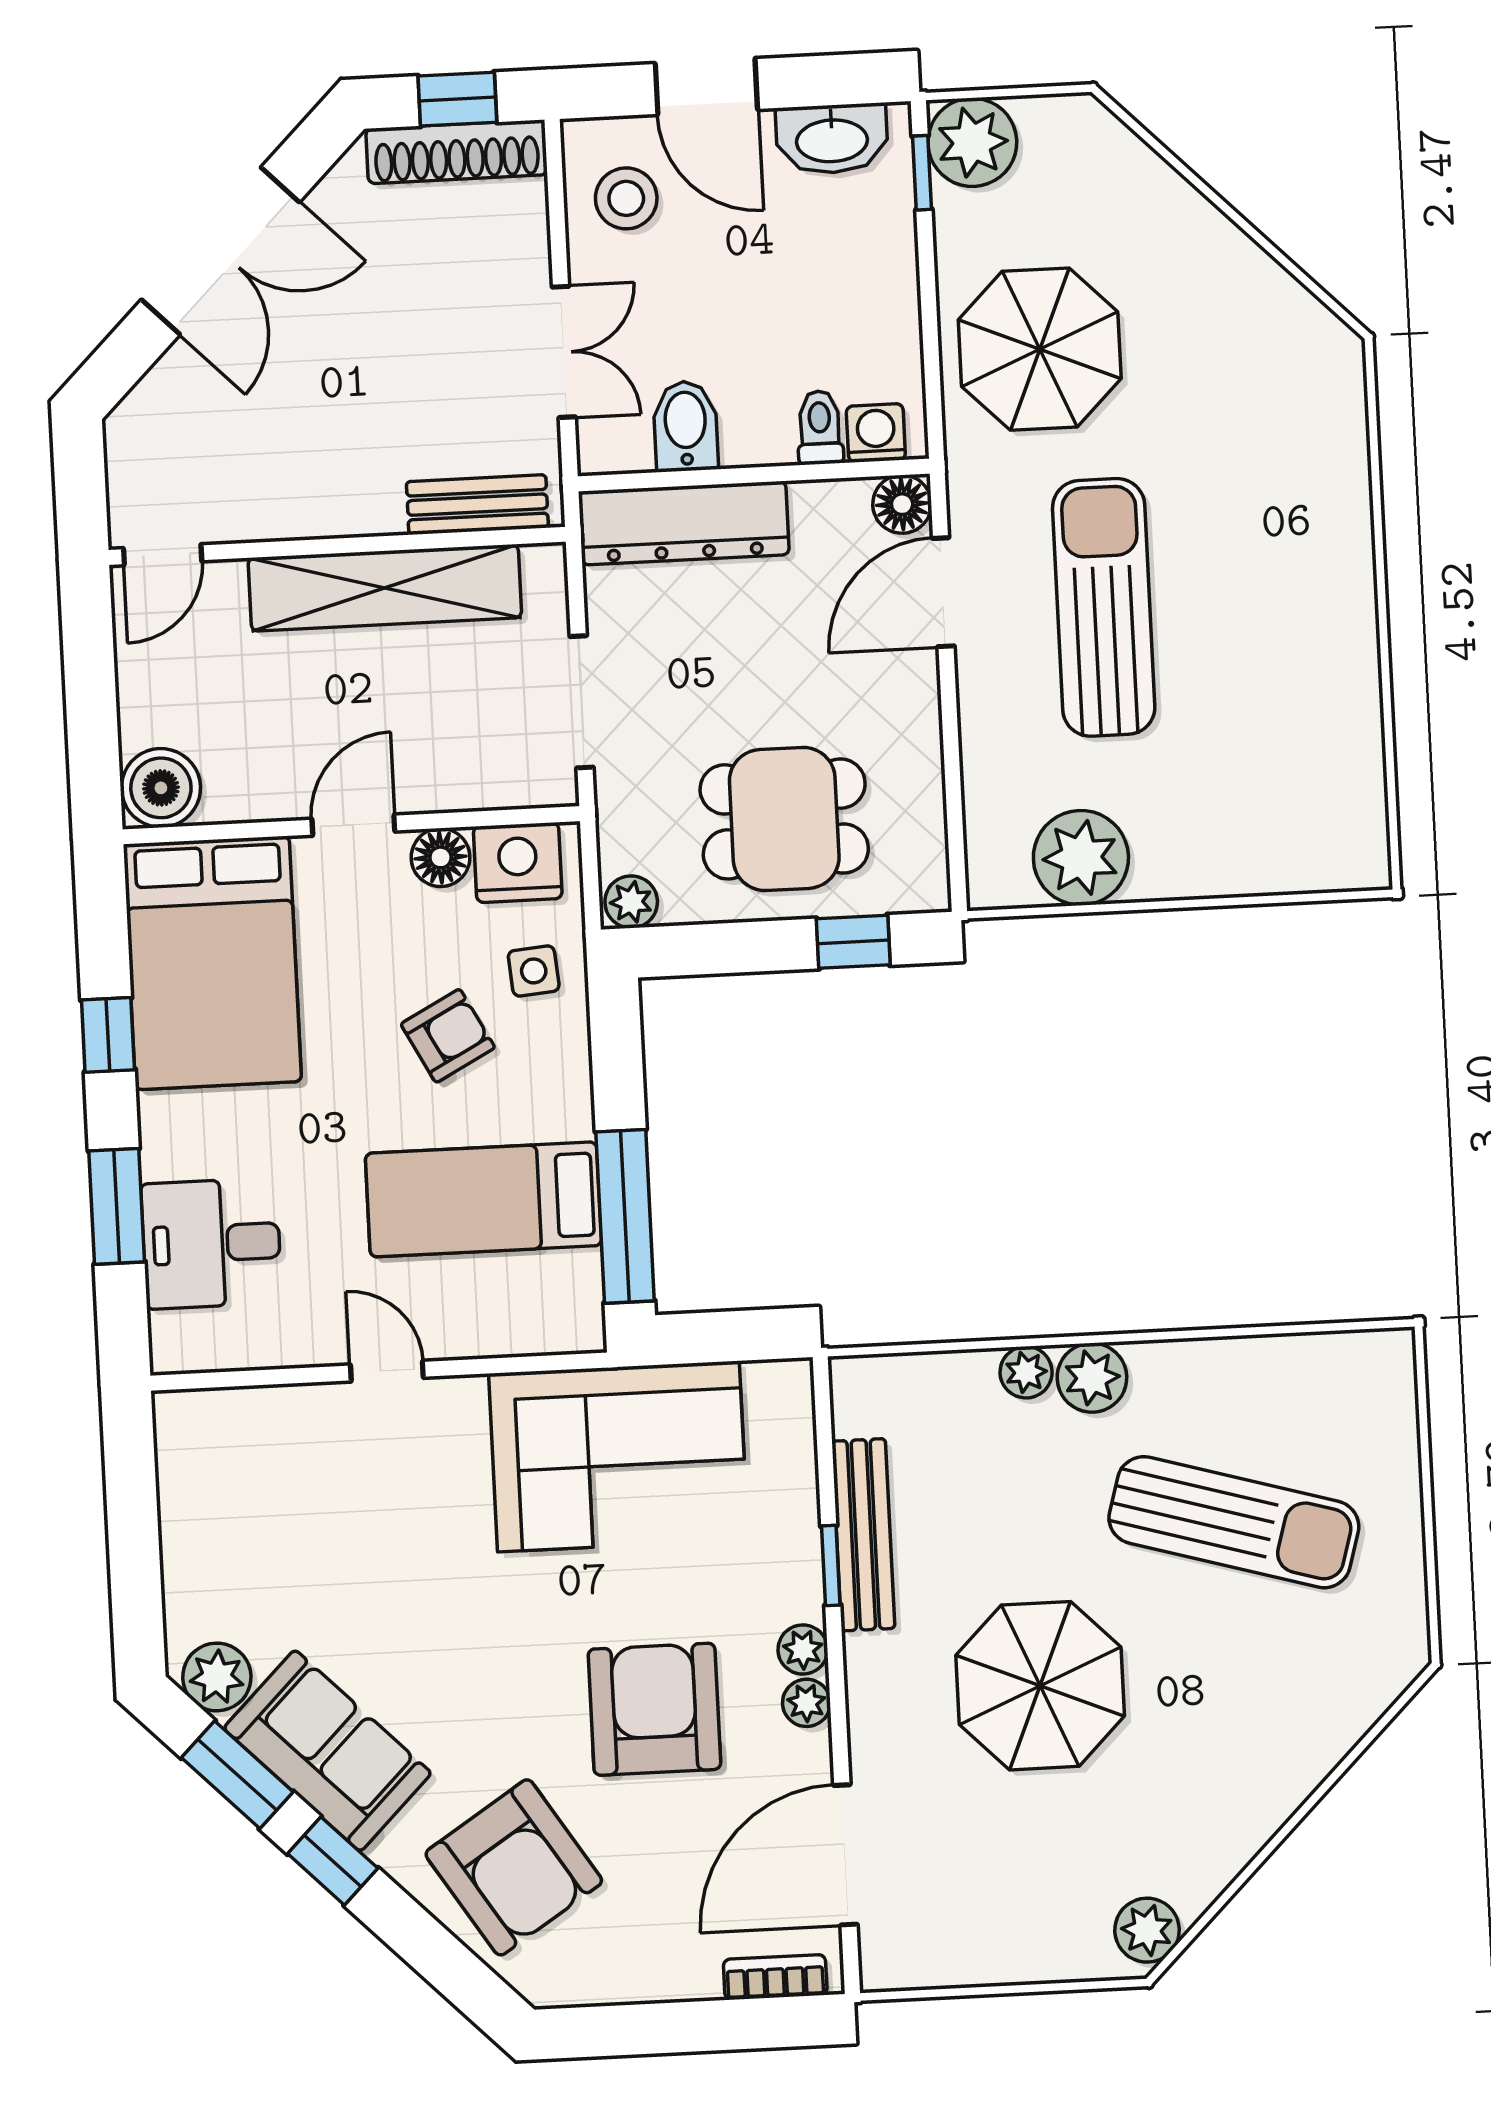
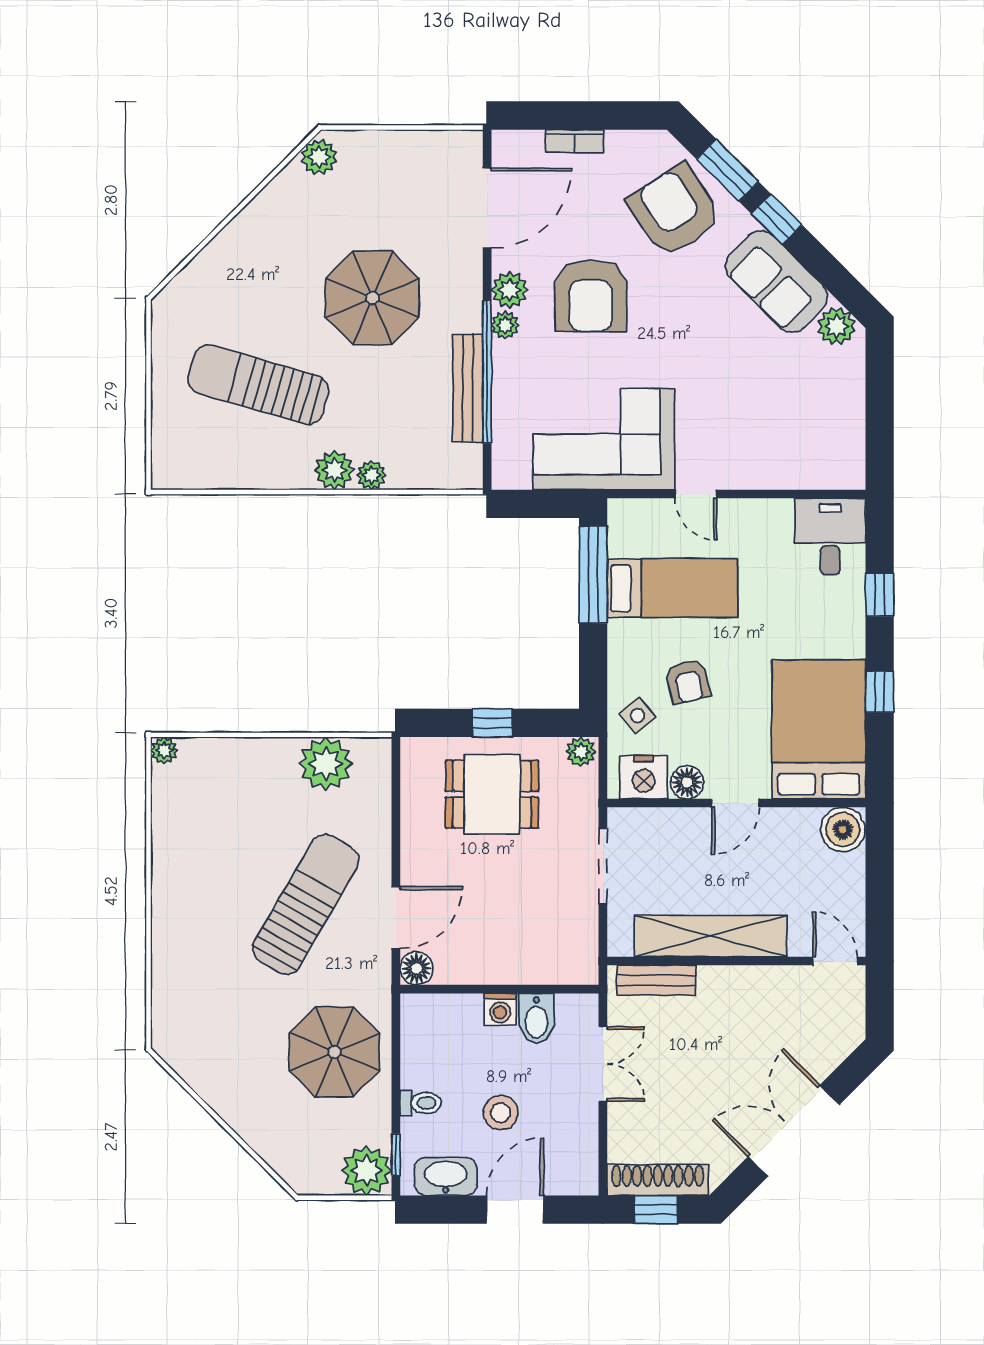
door: (706, 87) -> (515, 1210), hinge flipped
stool: (626, 198) -> (501, 1113), moved
double door: (564, 352) -> (603, 1064), swing flipped
toilet: (820, 428) -> (421, 1103), moved, turned -90
washing machine: (876, 433) -> (500, 1009), moved
dresser: (684, 523) -> (540, 964), removed
door: (163, 555) -> (835, 961), hinge flipped
sun lounger: (1104, 607) -> (306, 904), turned -150
plant: (1368, 867) -> (164, 750), added
window: (853, 942) -> (492, 723), moved
side table: (534, 971) -> (638, 716), turned -34
armchair: (448, 1036) -> (688, 681), turned -75
window: (117, 1206) -> (880, 595), width x0.67
desk: (211, 1243) -> (830, 537), moved, turned -90
door: (387, 1371) -> (696, 494), moved
window: (831, 1566) -> (487, 372), width x3.17
plant: (806, 1703) -> (510, 290), width x1.38, depth x1.38
window: (237, 1775) -> (728, 170), moved
bookcase: (775, 1977) -> (574, 141), moved

